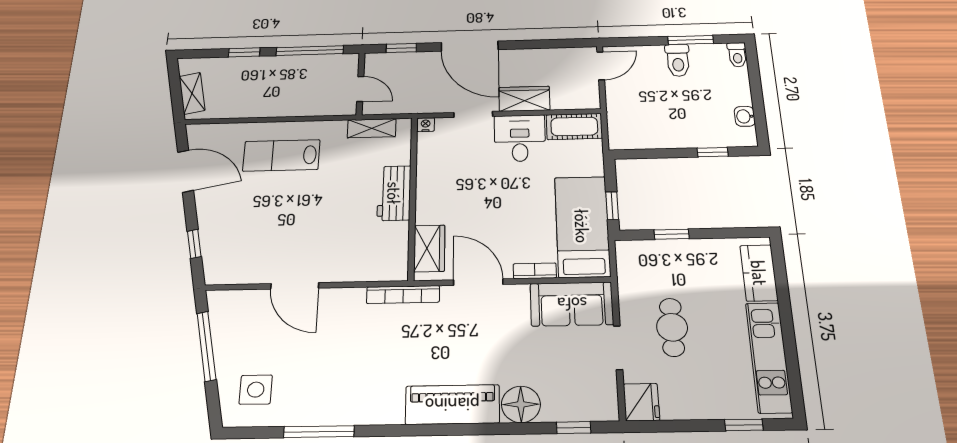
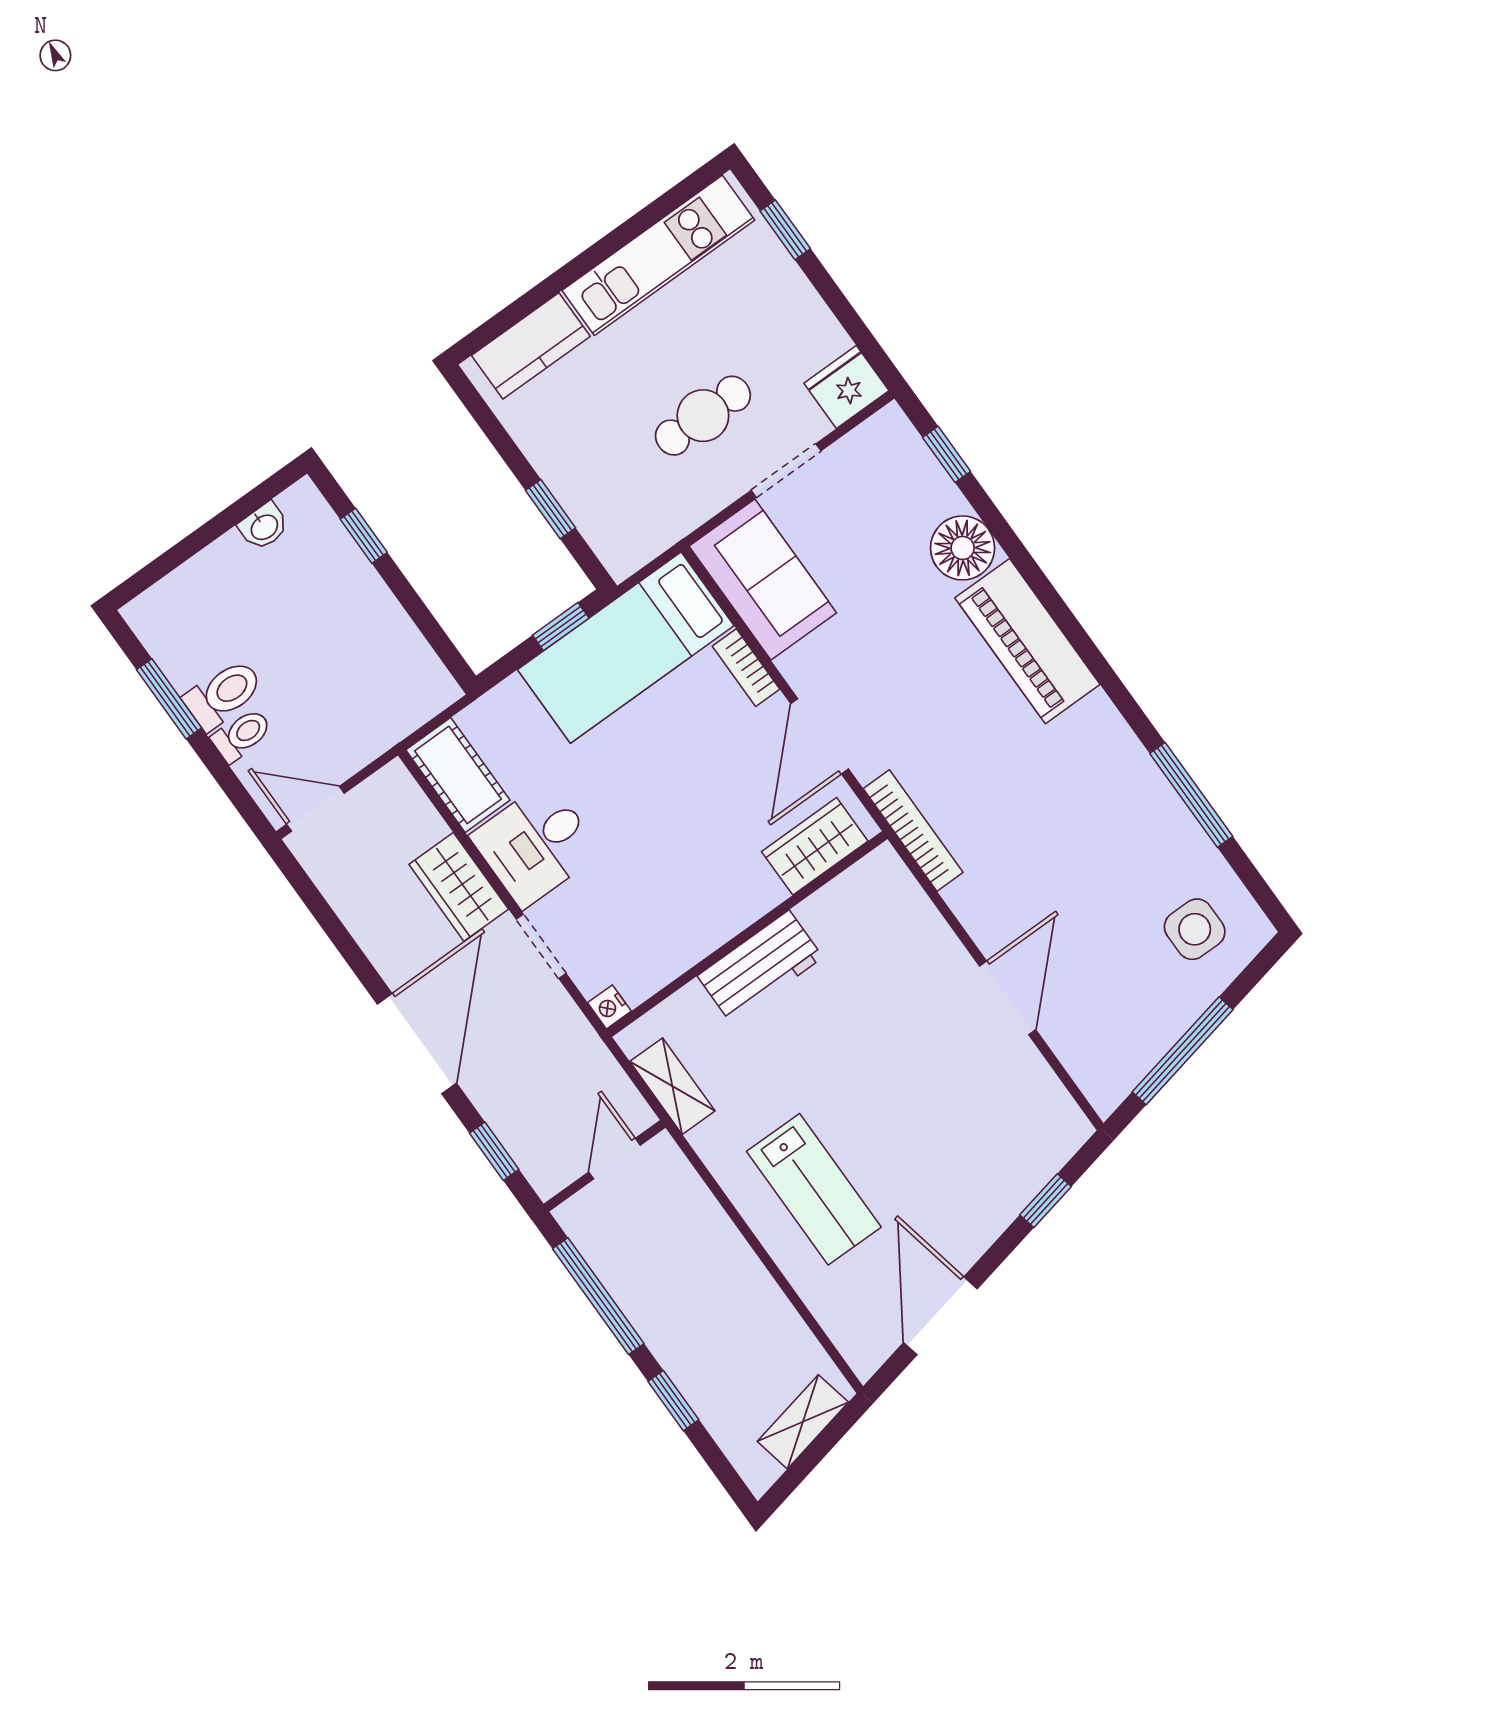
toilet: (737, 55) -> (242, 735), moved

